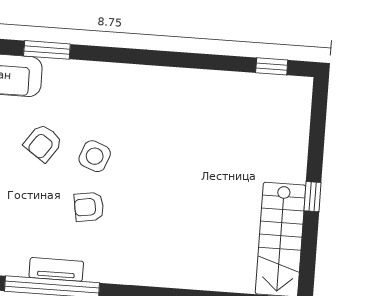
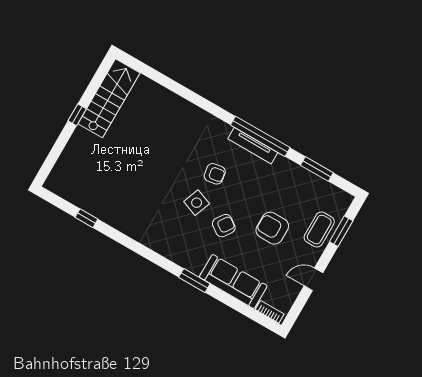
window: (272, 66) -> (86, 218), moved
tv unit: (56, 269) -> (253, 146), width x1.41

